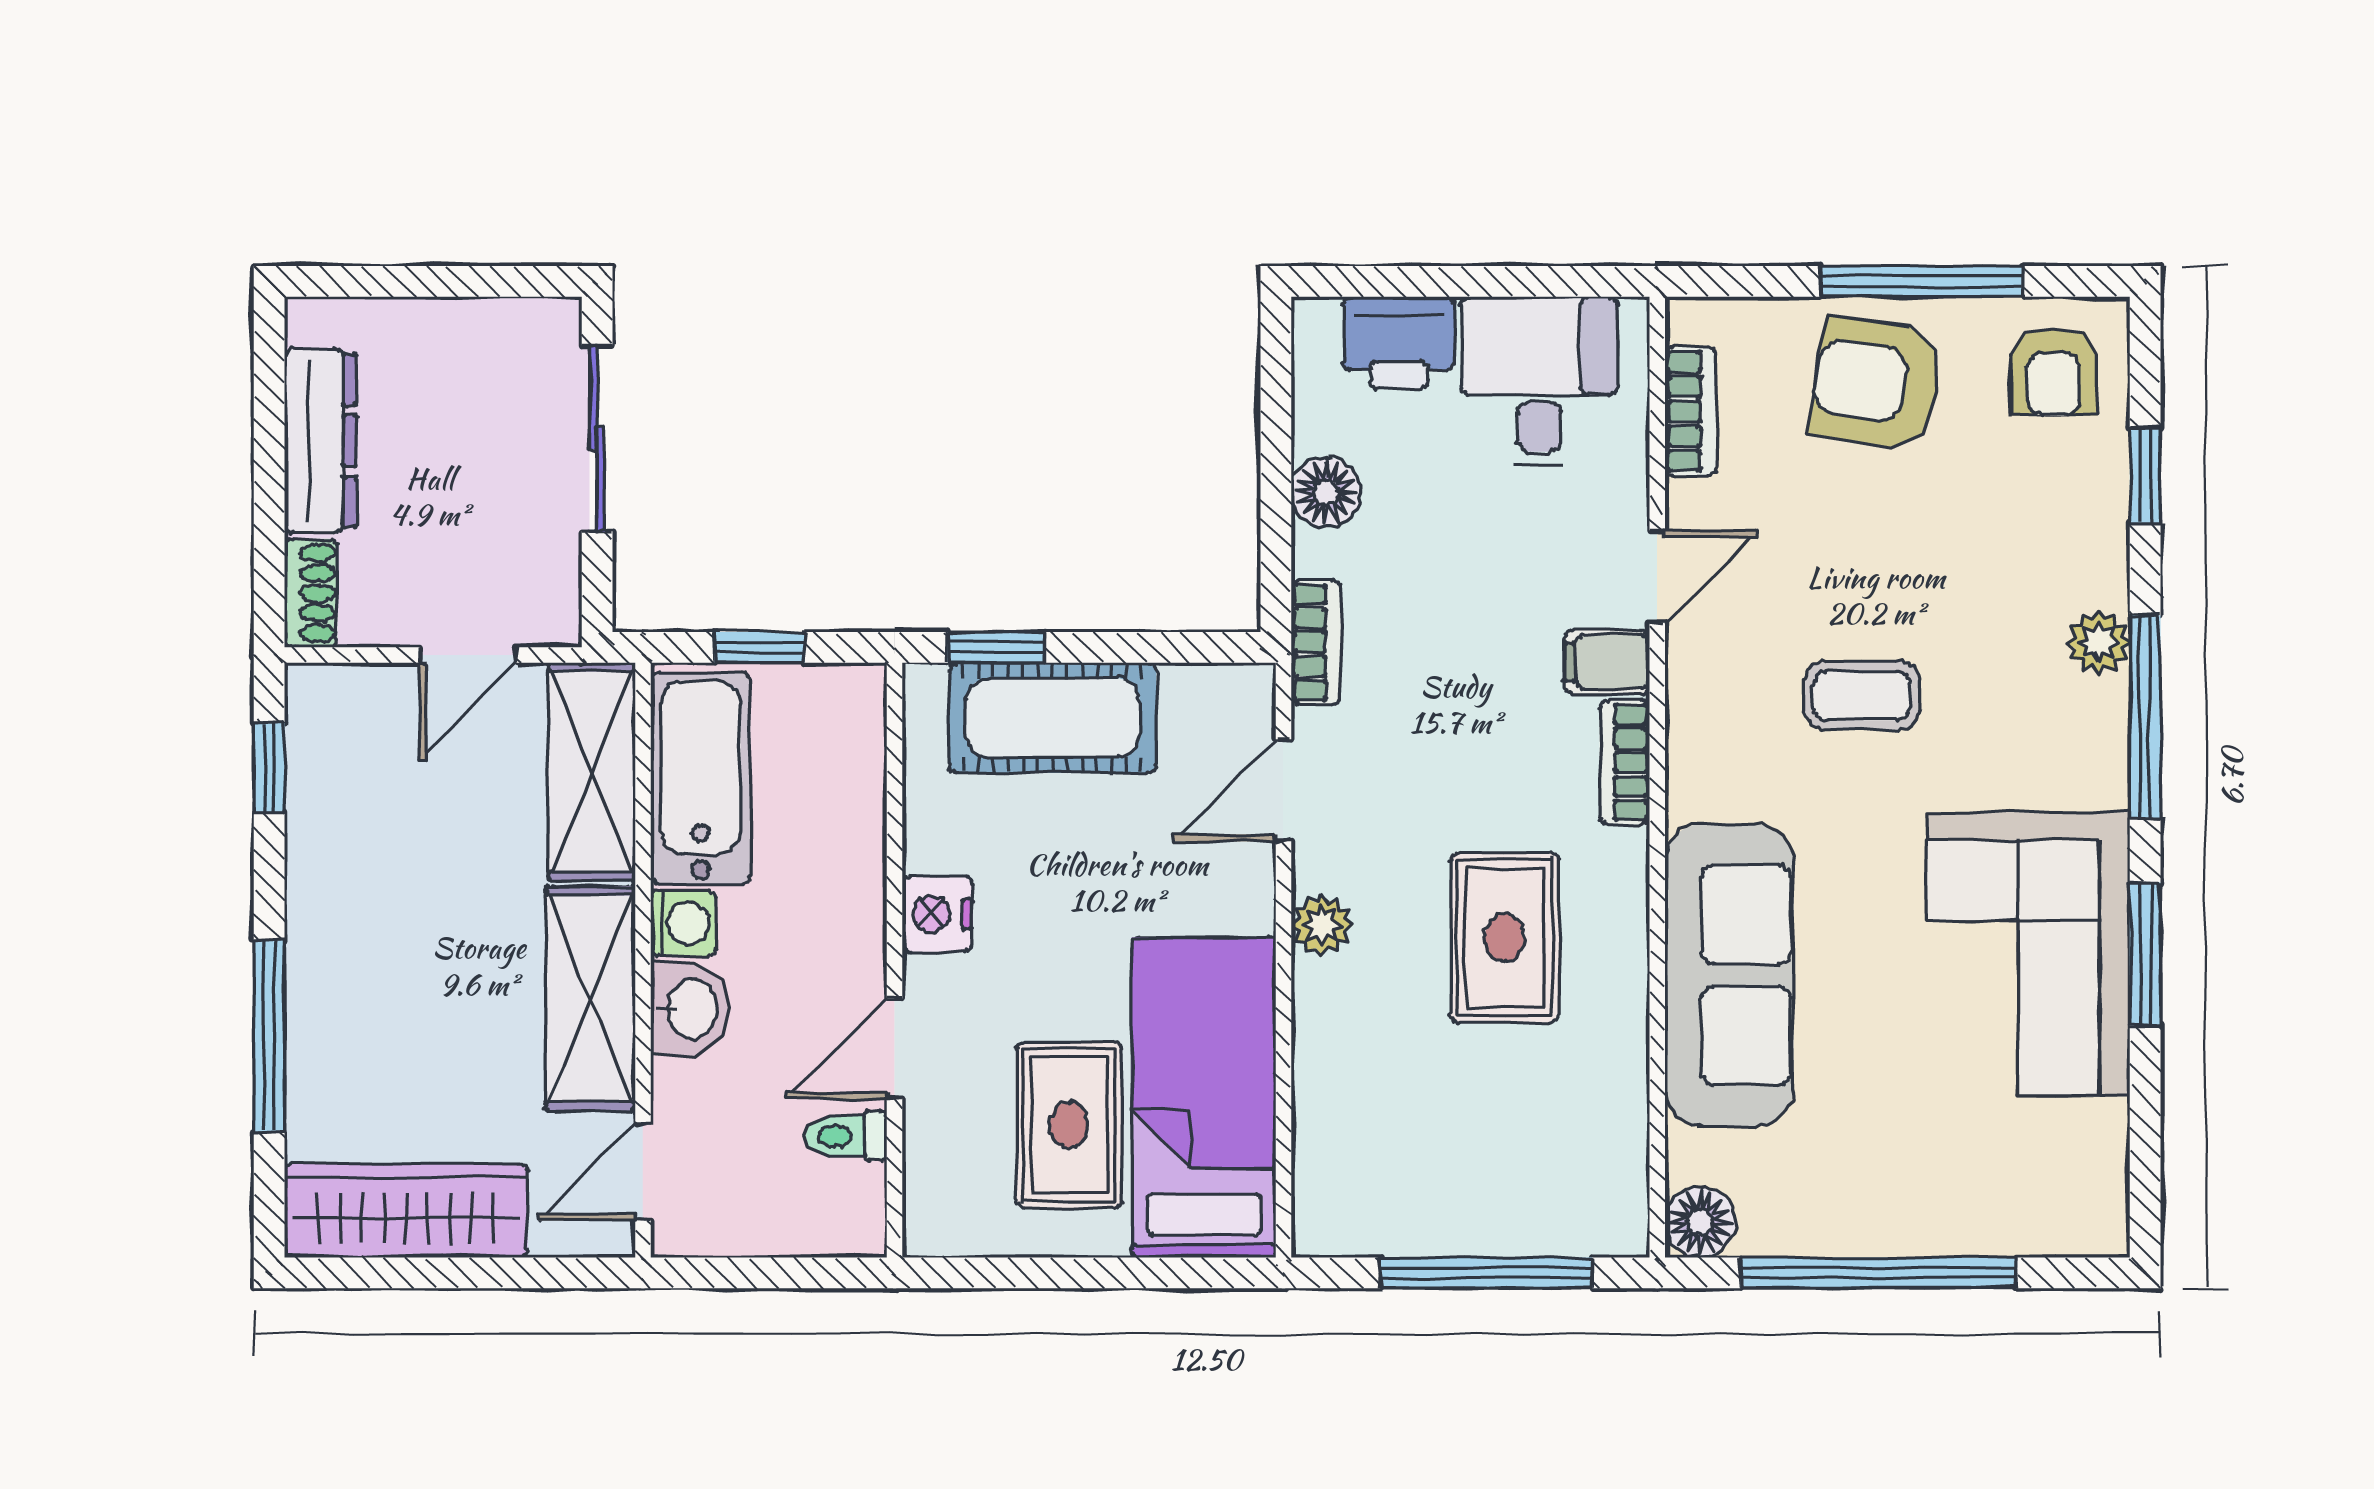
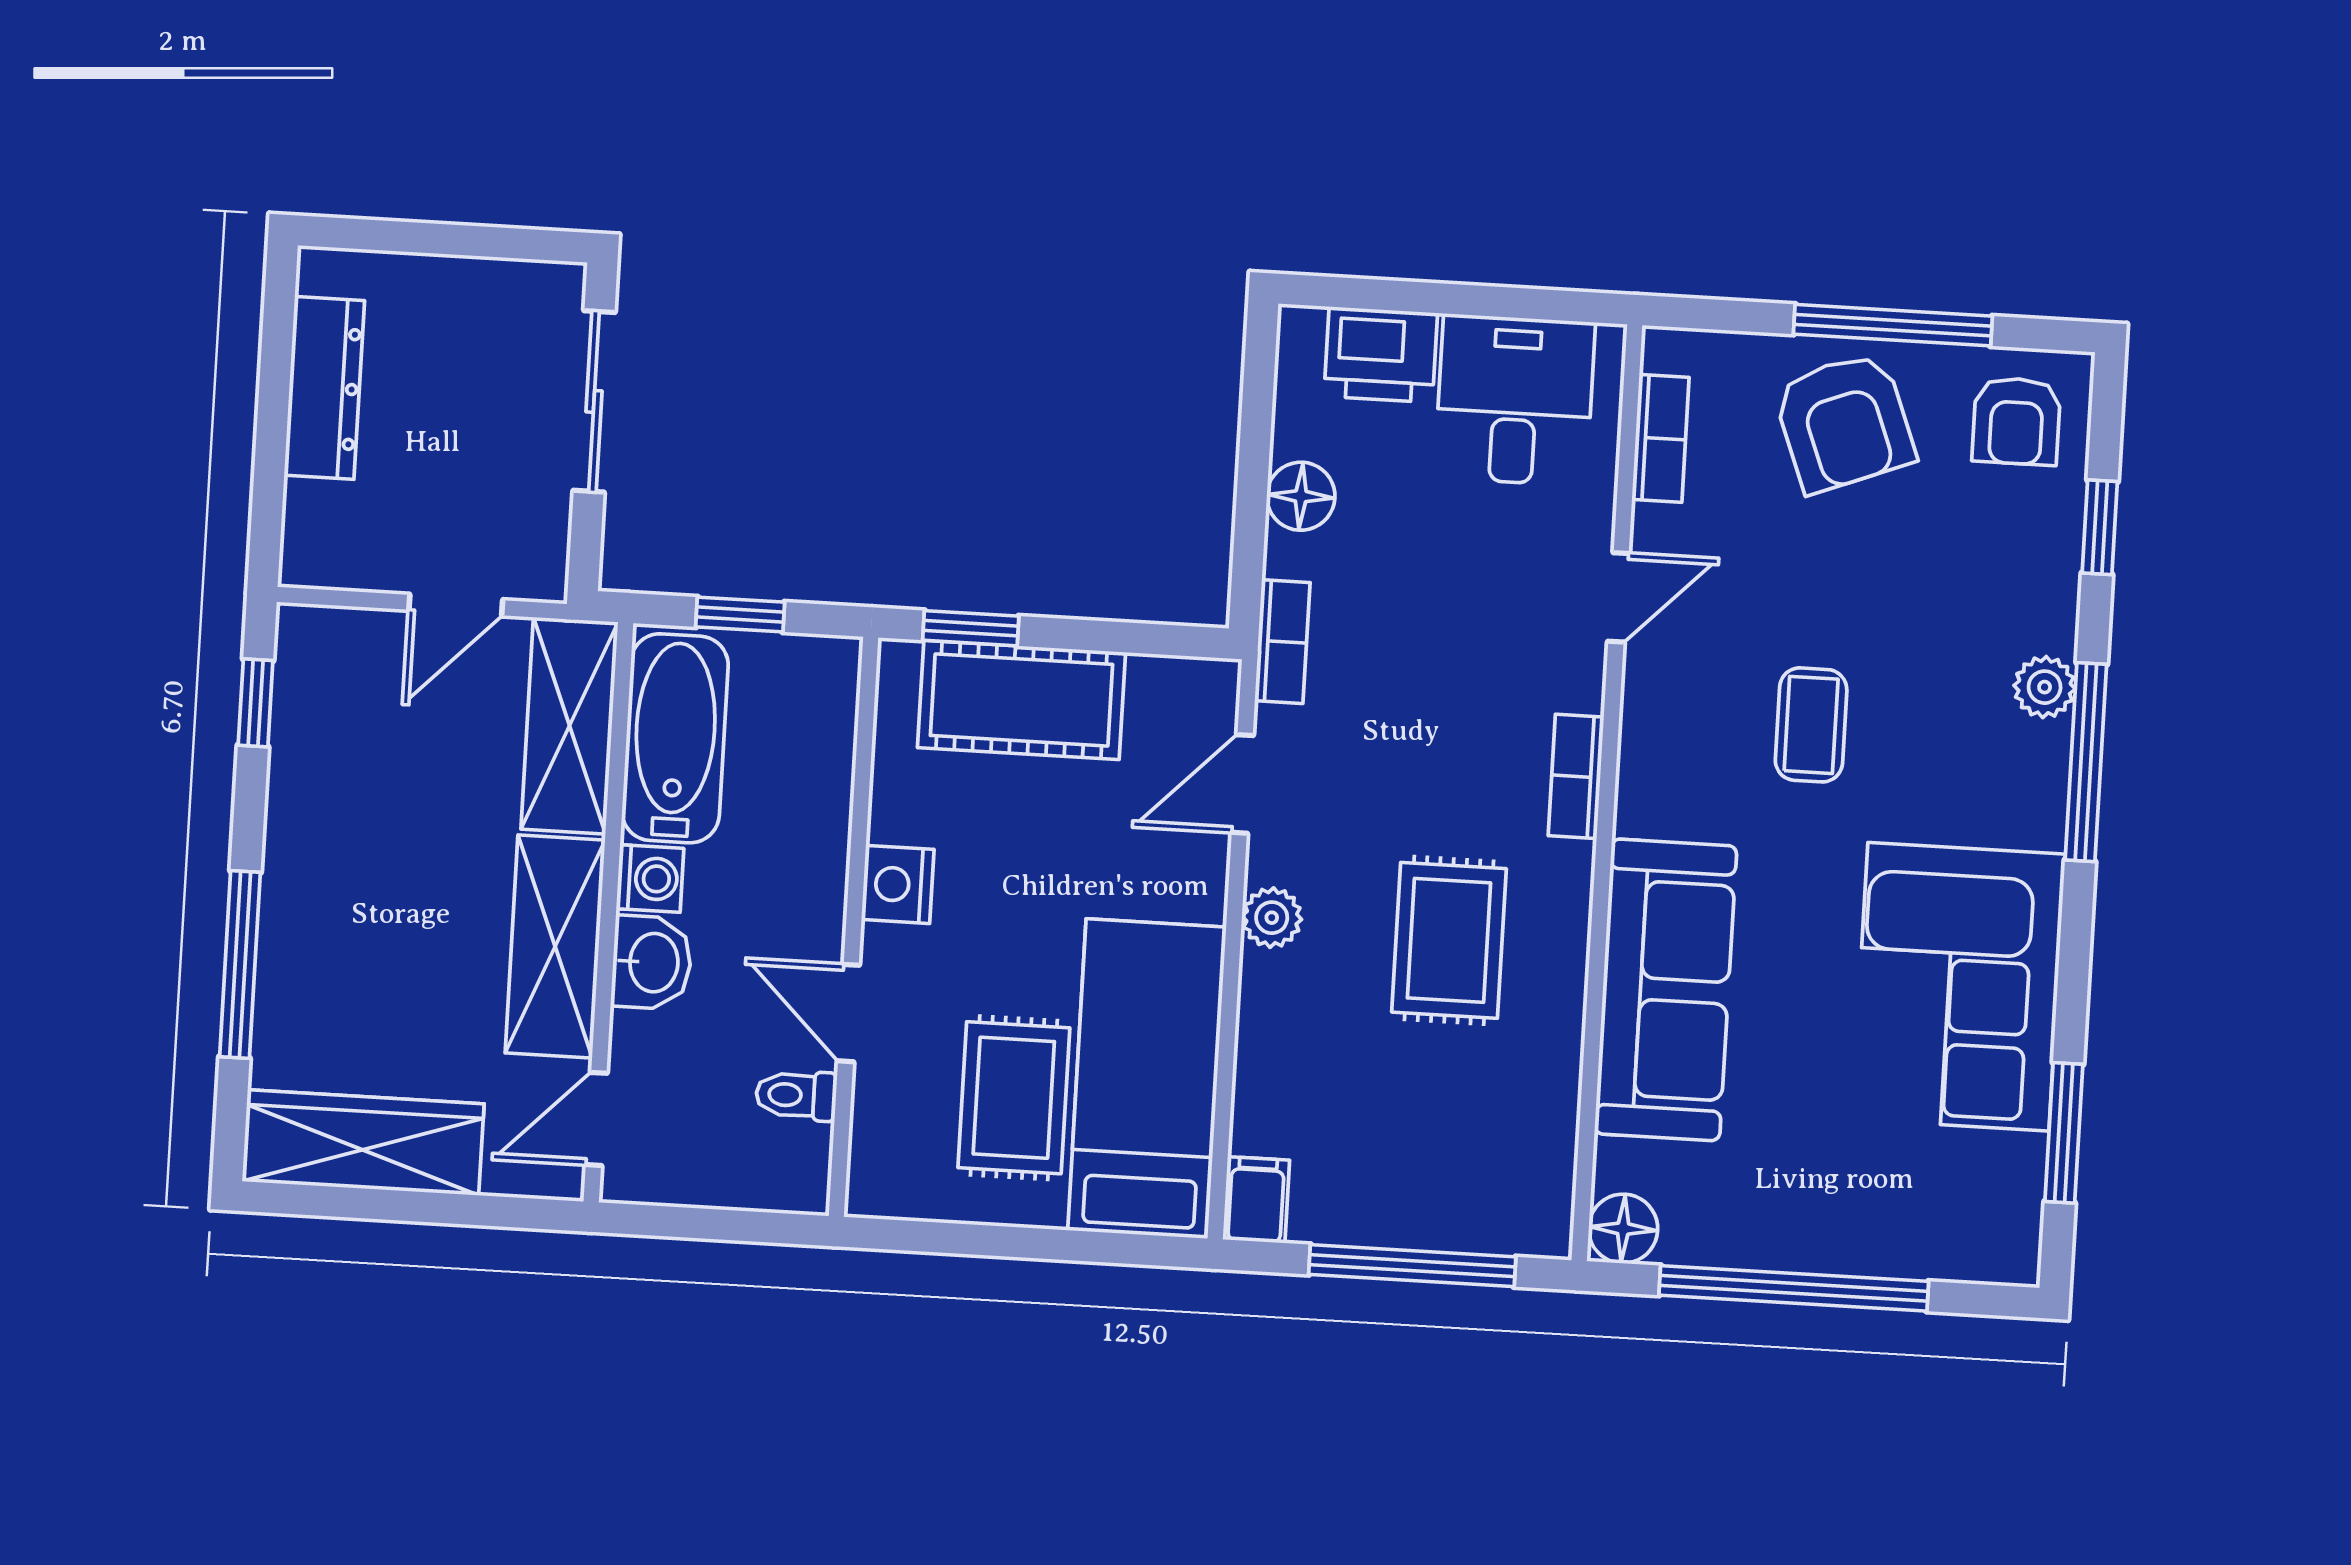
armchair: (1877, 384) -> (1844, 422), turned -120
shoe rack: (311, 593) -> (306, 536), removed
filing cabinet: (1607, 662) -> (1256, 1200), moved, turned 90
coffee table: (1862, 695) -> (1811, 725), turned 90
window: (2145, 954) -> (2064, 1133), moved
door: (895, 1049) -> (848, 1013), hinge flipped

